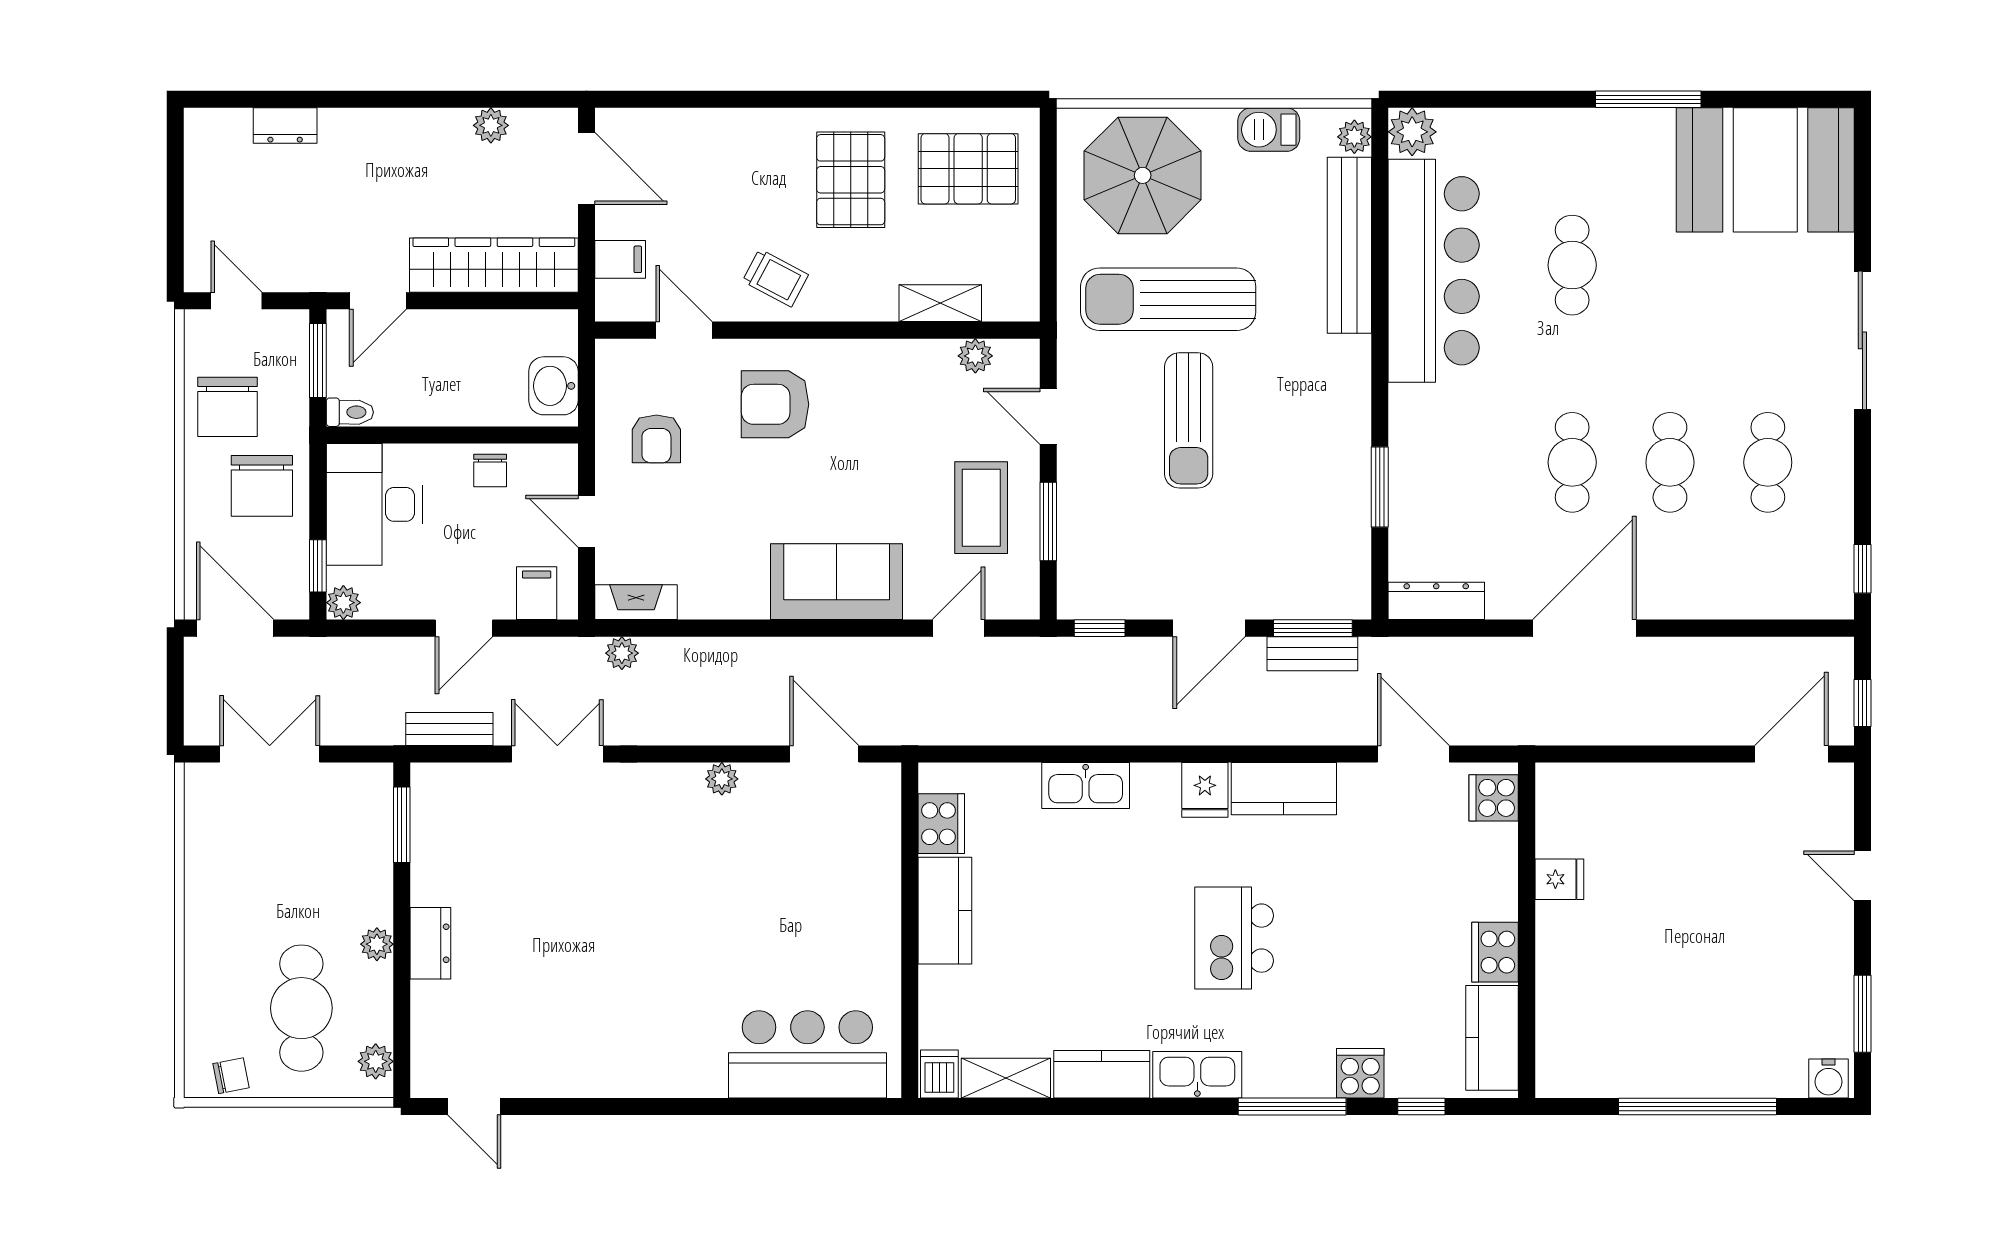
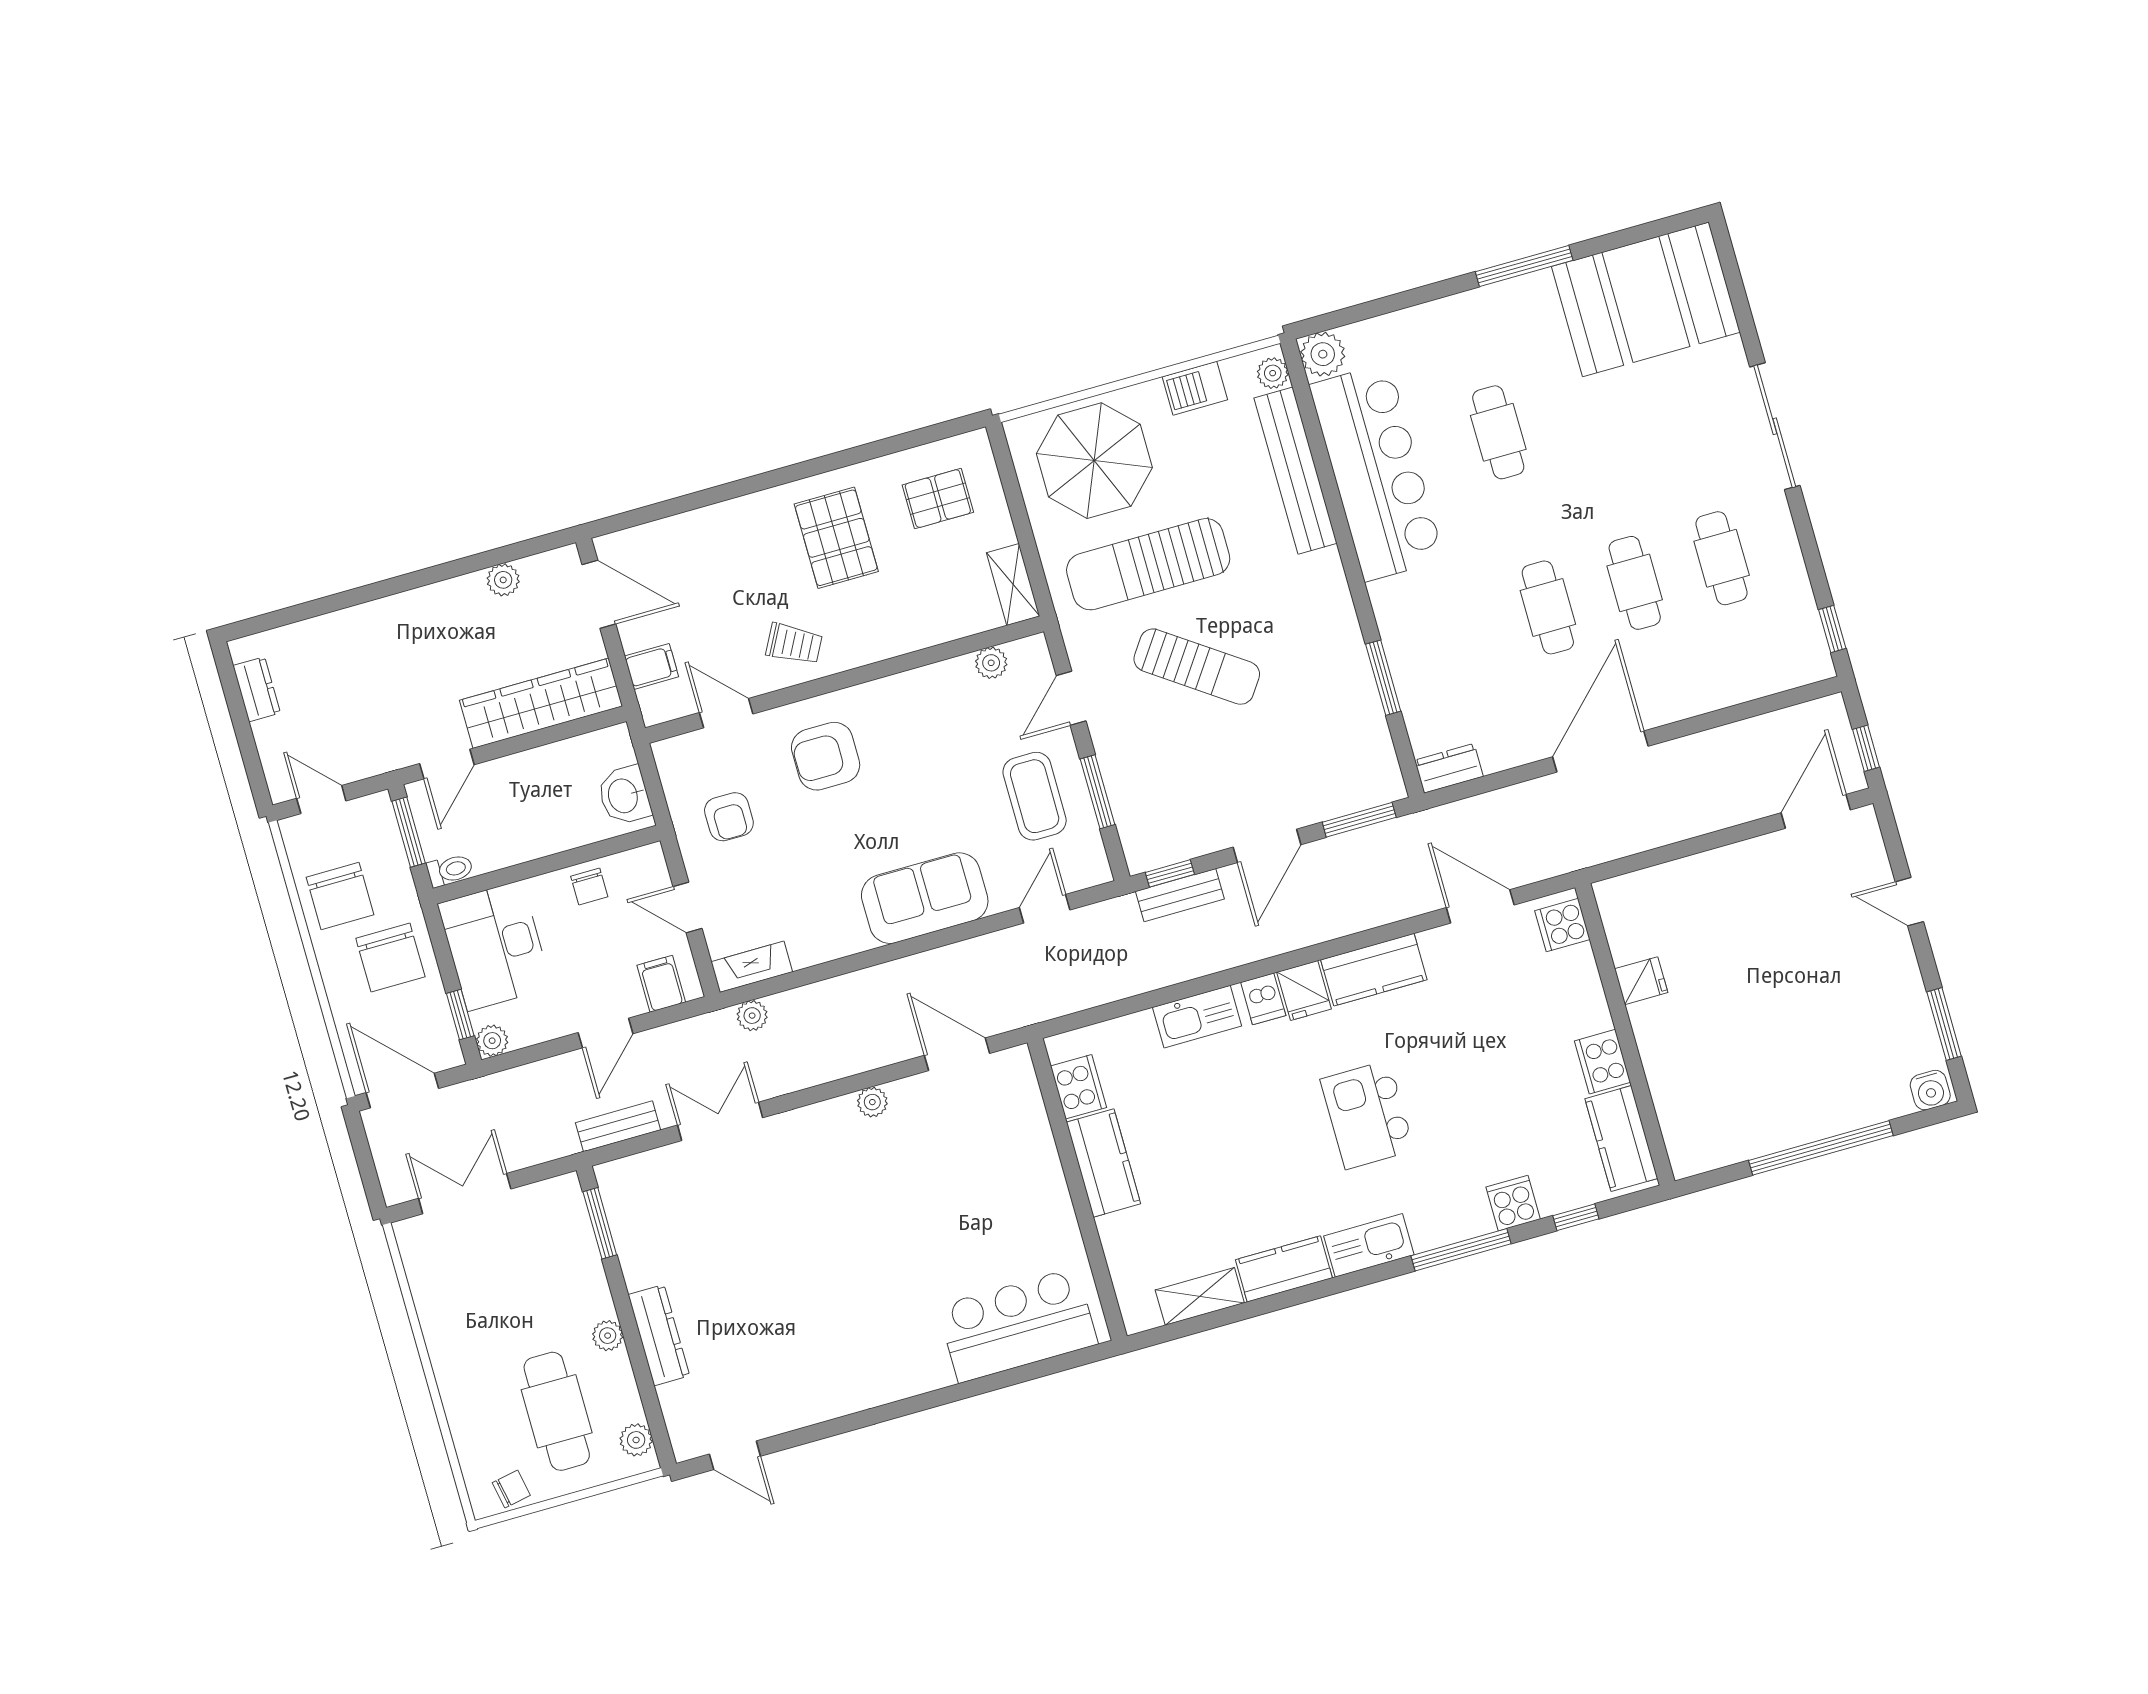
dresser: (285, 126) -> (257, 689), moved, turned -90
pallet: (968, 169) -> (938, 499), width x0.67, depth x0.71
shelving: (940, 303) -> (1013, 585), moved, turned 90
door: (1048, 416) -> (1071, 698), hinge flipped
sun lounger: (1189, 420) -> (1197, 667), turned -55
dresser: (1436, 601) -> (1449, 768), width x0.70
bench: (1312, 654) -> (1180, 895), moved
dresser: (430, 943) -> (659, 1335), width x1.44
dishwasher: (939, 1074) -> (1263, 999), moved, turned 180

